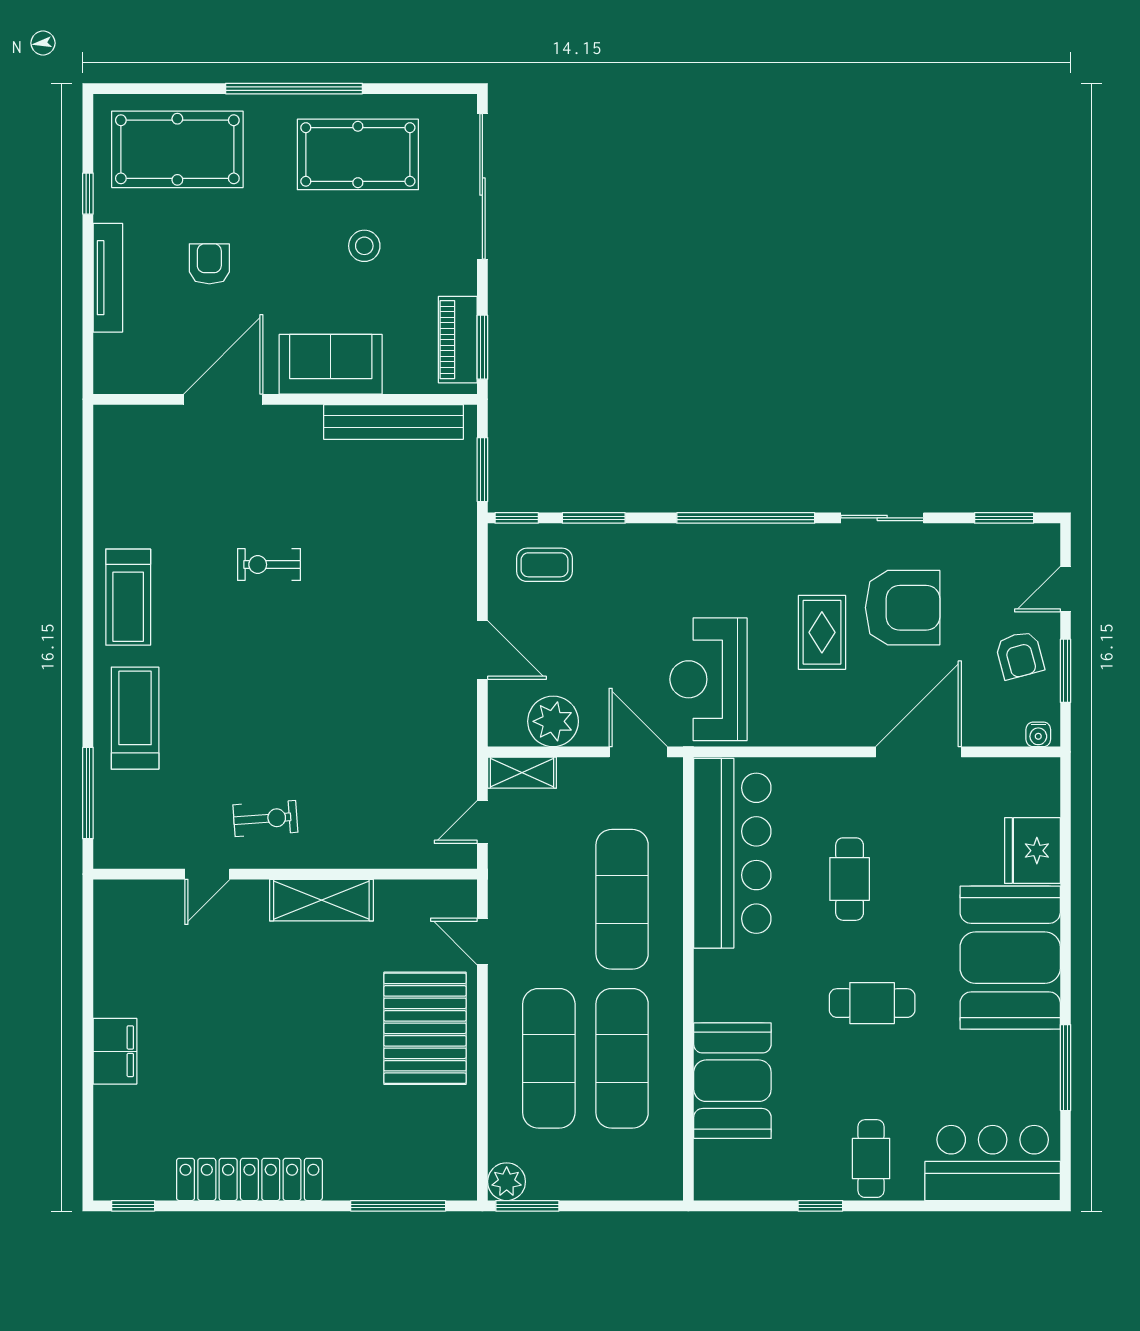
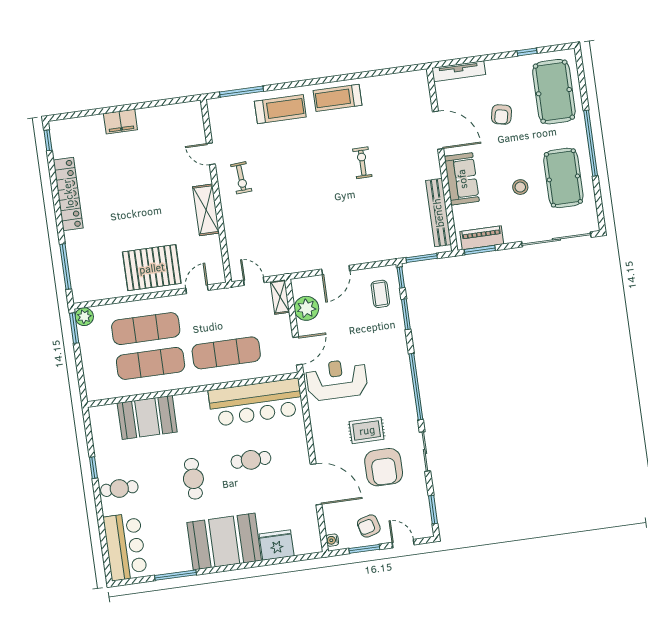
armchair: (209, 264) -> (502, 114), turned 102
tv unit: (108, 278) -> (459, 71), moved

